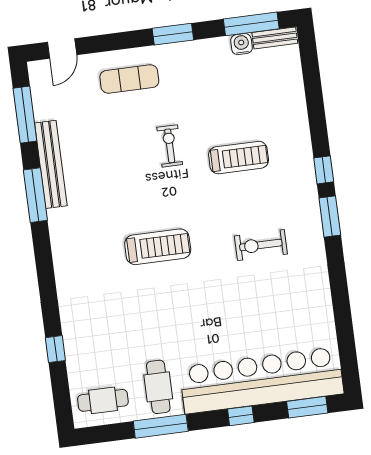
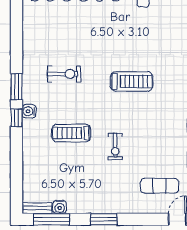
exercise mat: (129, 79) -> (160, 186), moved
water cooler: (306, 182) -> (29, 111), added
treadmill: (158, 247) -> (132, 81), turned 180

